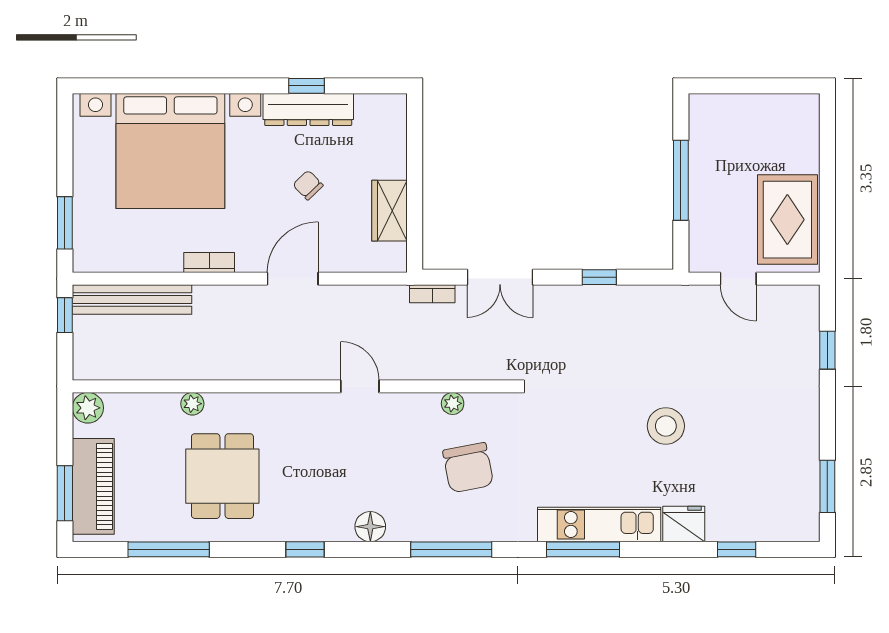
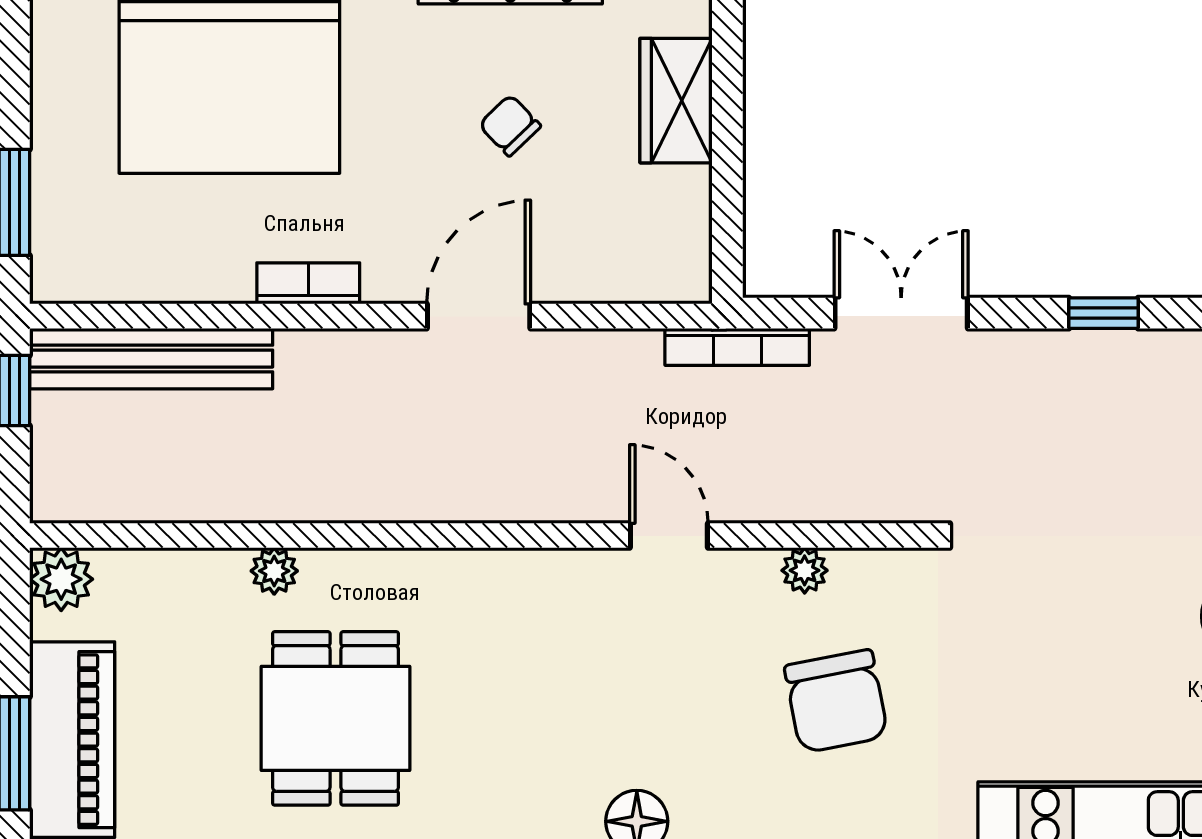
wardrobe: (390, 211) -> (676, 101), moved
double door: (500, 277) -> (901, 313), swing flipped
bookcase: (432, 294) -> (737, 347), width x1.56
door: (360, 386) -> (669, 536), moved

